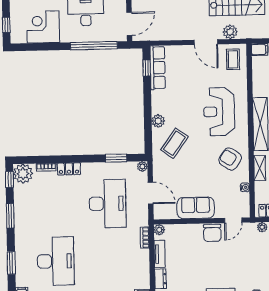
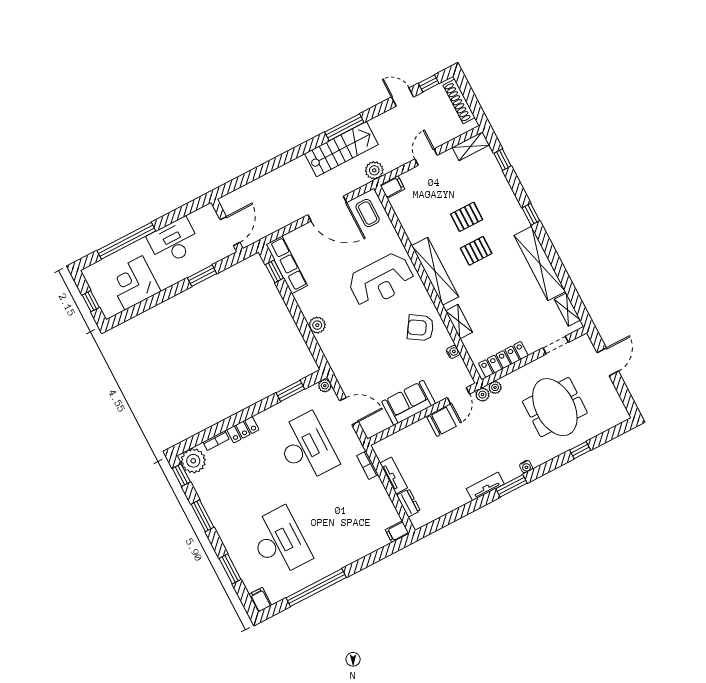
plant: (230, 32) -> (374, 170), moved
door: (206, 42) -> (327, 209), width x1.36
window: (94, 46) -> (202, 276), width x0.47
reception desk: (219, 112) -> (381, 280), turned -90
coffee table: (174, 143) -> (348, 341), removed
plant: (159, 230) -> (482, 395), moved
chair: (212, 233) -> (442, 422), turned -90

